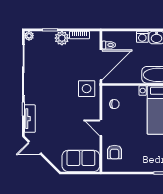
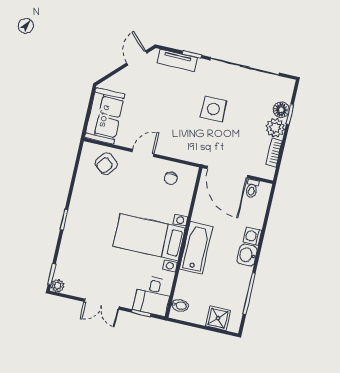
plant: (29, 36) -> (288, 85), removed
floor lamp: (48, 37) -> (281, 110), added
side table: (87, 89) -> (213, 109), moved
armchair: (115, 152) -> (106, 164), turned -52

